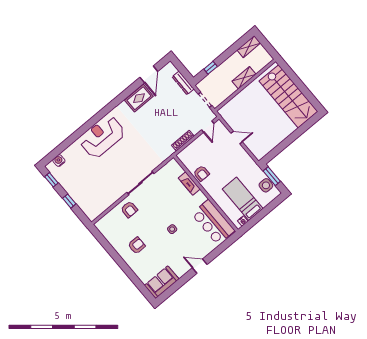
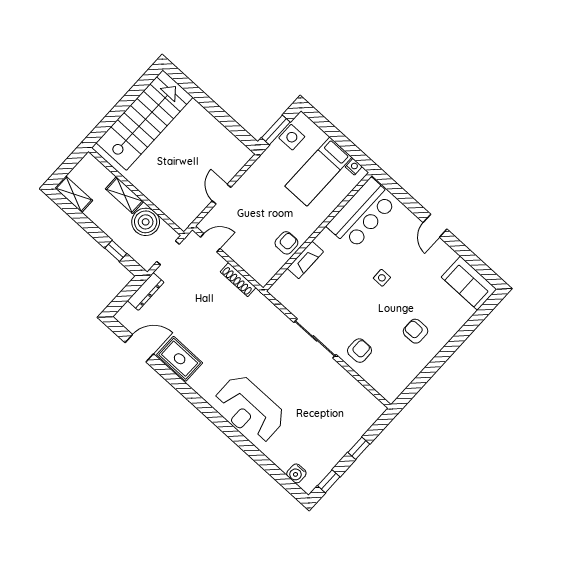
boiler: (226, 89) -> (146, 222), added

